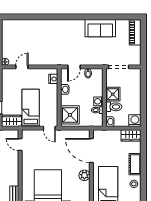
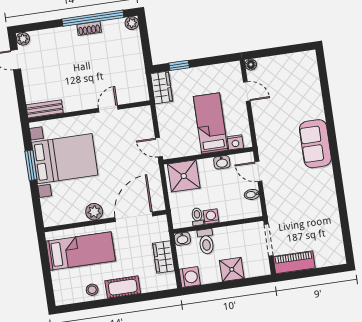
sofa: (100, 28) -> (315, 144), moved
piano: (135, 32) -> (294, 262), moved
shower: (113, 94) -> (232, 269), moved
bed: (31, 108) -> (211, 123), moved, turned -90
door: (49, 128) -> (159, 147), hinge flipped
wardrobe: (131, 135) -> (164, 257), moved
door: (20, 145) -> (108, 109), moved

